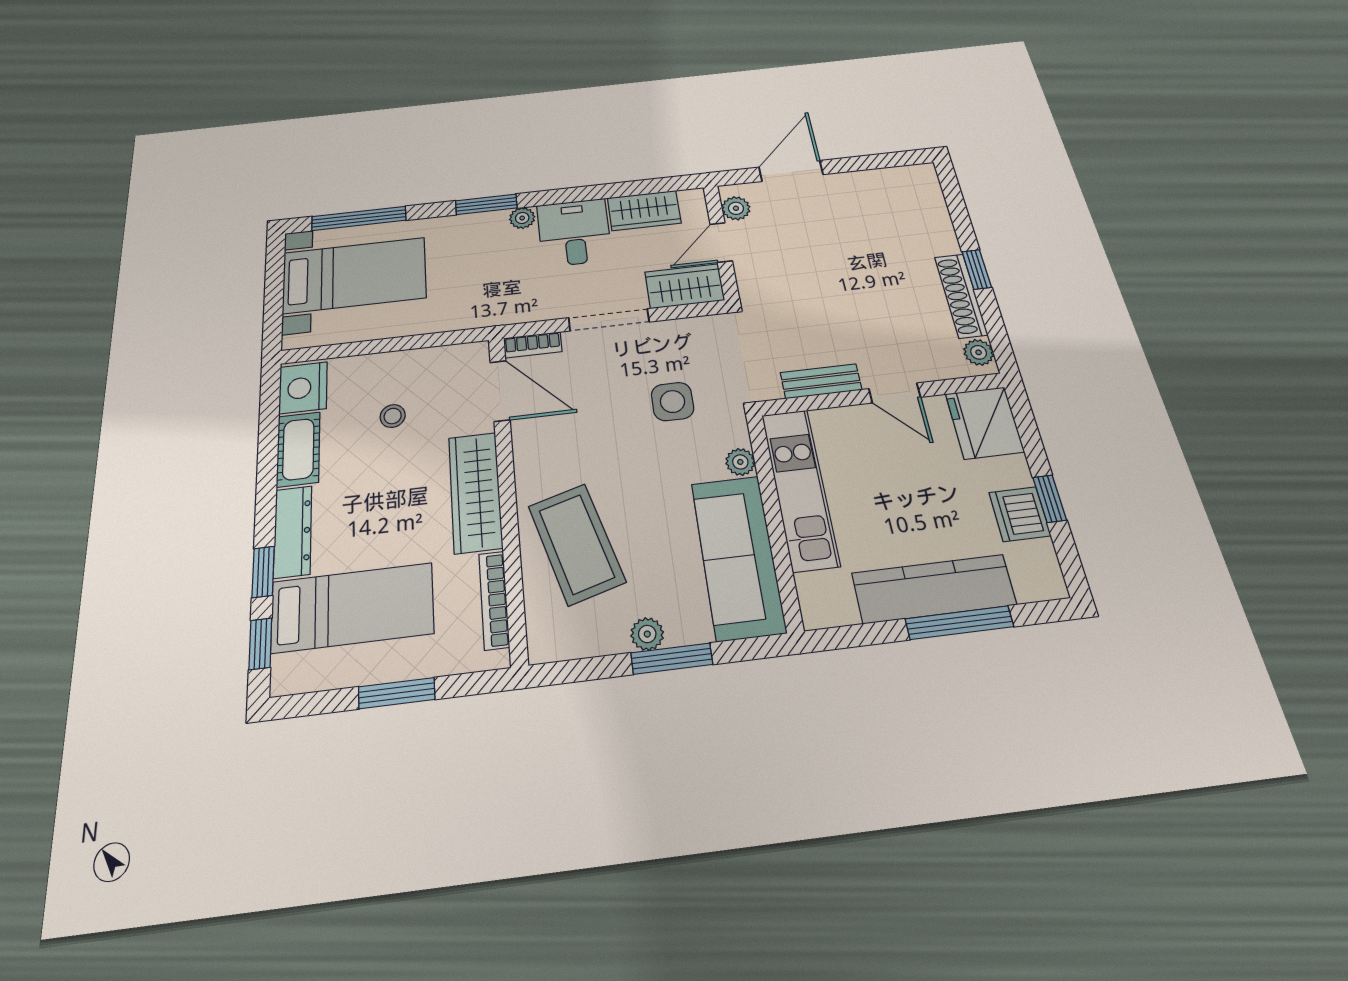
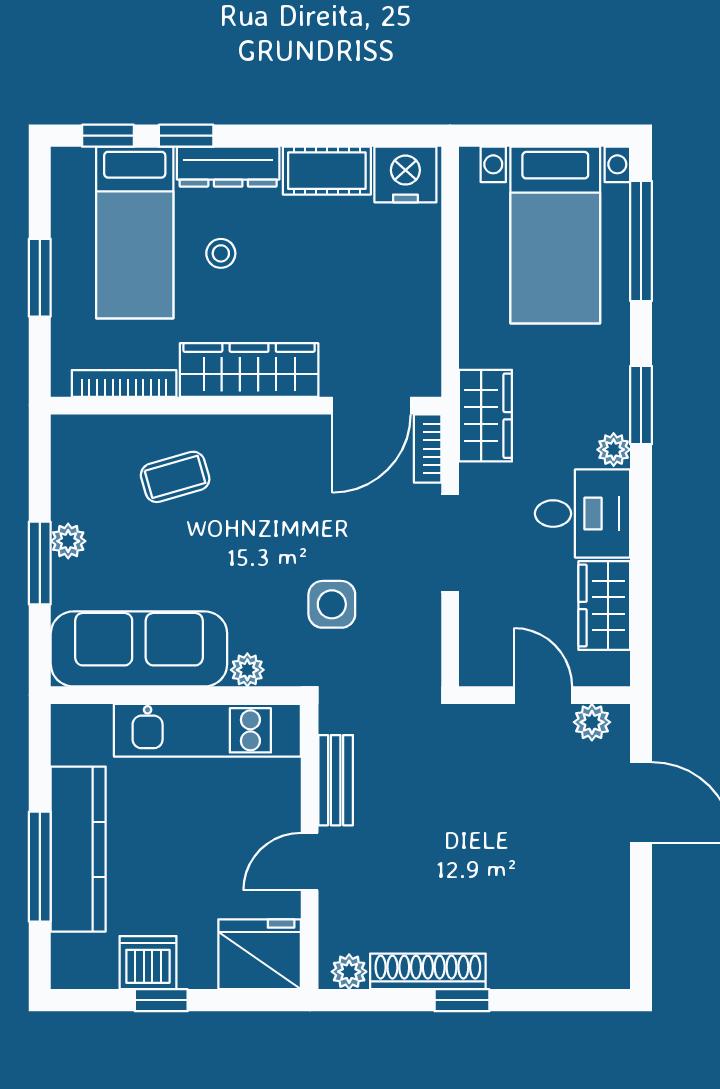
wardrobe: (685, 286) -> (485, 416), moved
stool: (393, 416) -> (221, 253), moved
coffee table: (577, 544) -> (175, 477), width x0.54, depth x0.58

